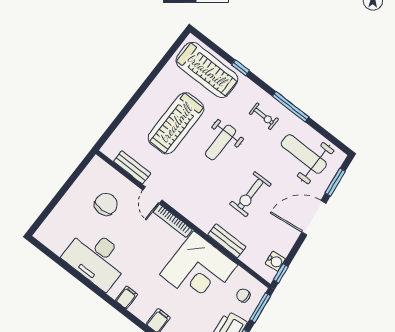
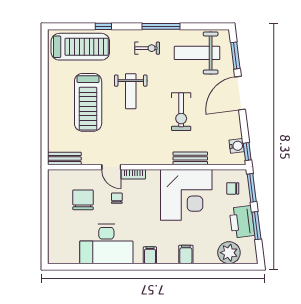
bench: (132, 167) -> (64, 159), moved
bookcase: (173, 221) -> (133, 174), width x0.64
chair: (136, 226) -> (117, 198), added

